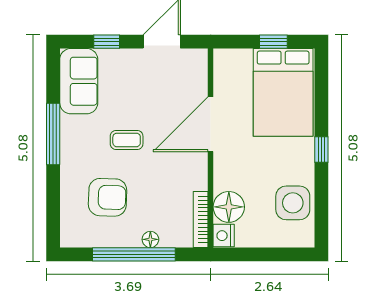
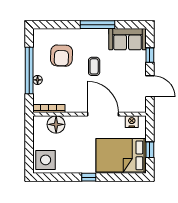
side table: (293, 203) -> (46, 160), moved
nightstand: (224, 236) -> (132, 122), moved

